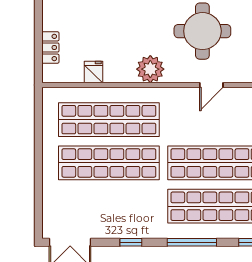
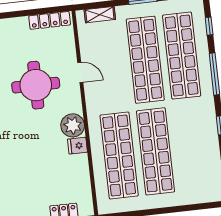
fridge: (94, 72) -> (77, 146), moved

